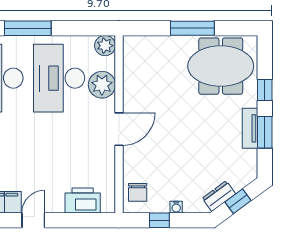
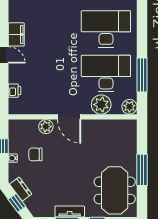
window: (28, 28) -> (142, 75), moved
plant: (132, 161) -> (46, 127), added
chair: (138, 192) -> (35, 154), moved
printer: (83, 200) -> (15, 91), width x0.53, depth x0.68

